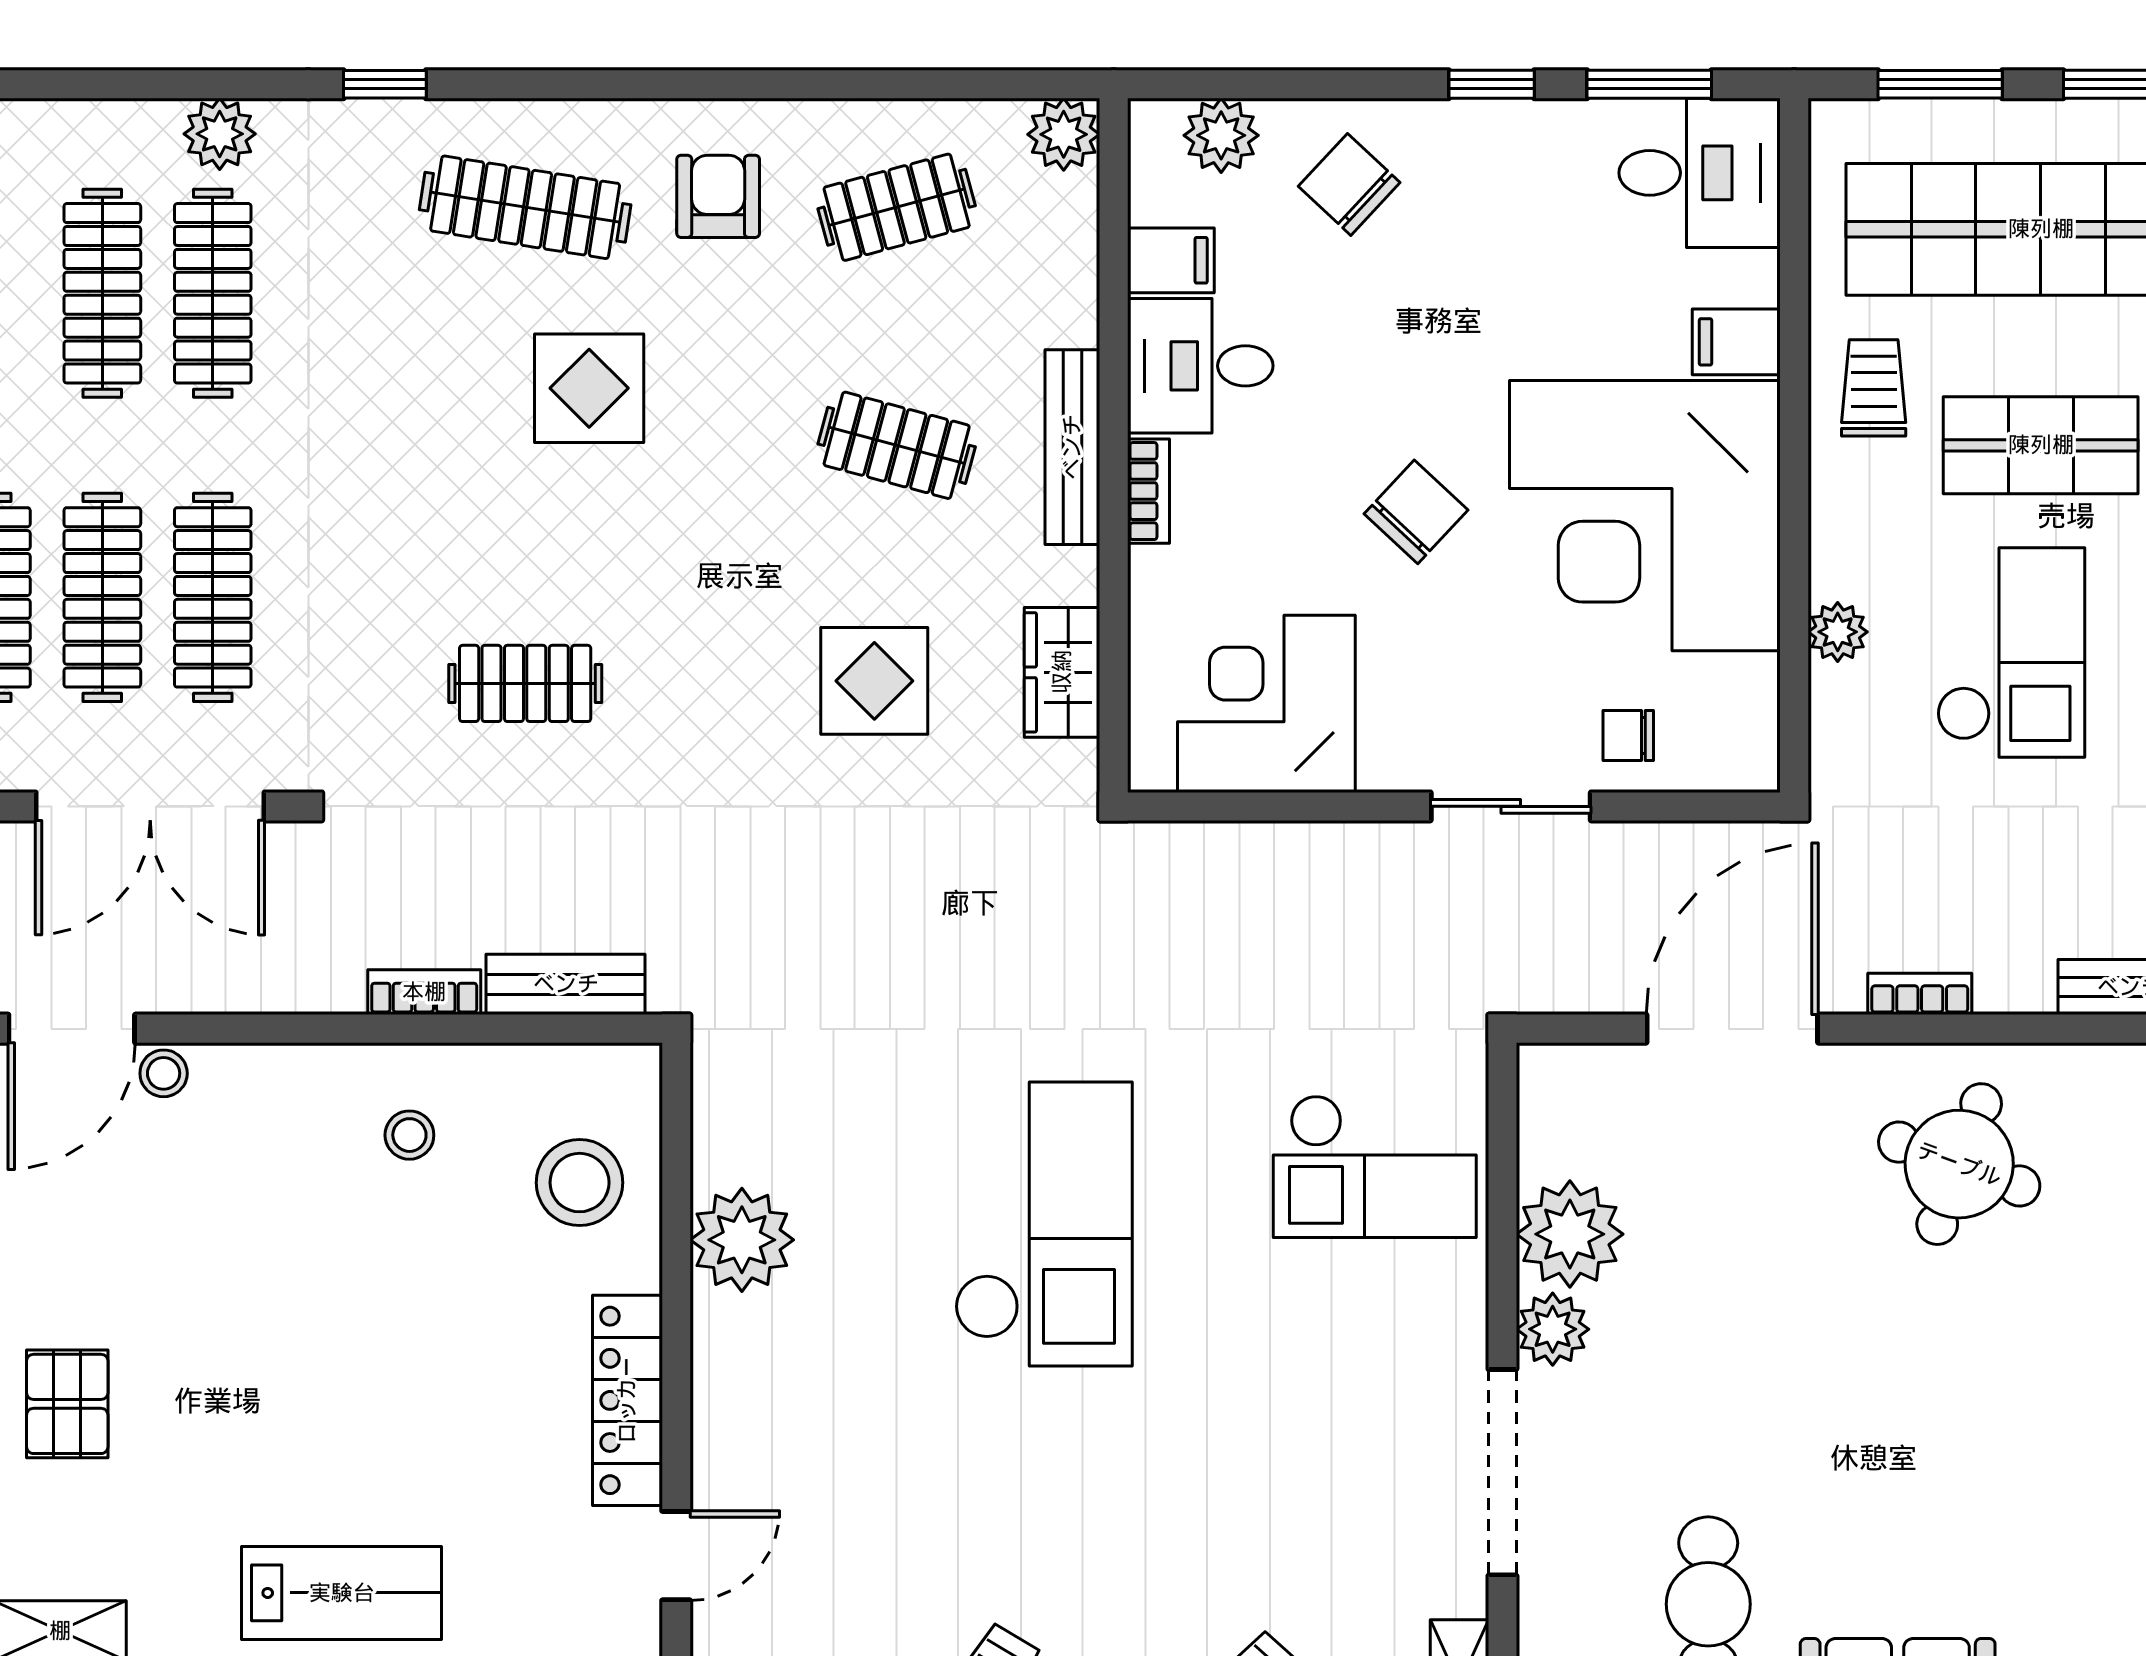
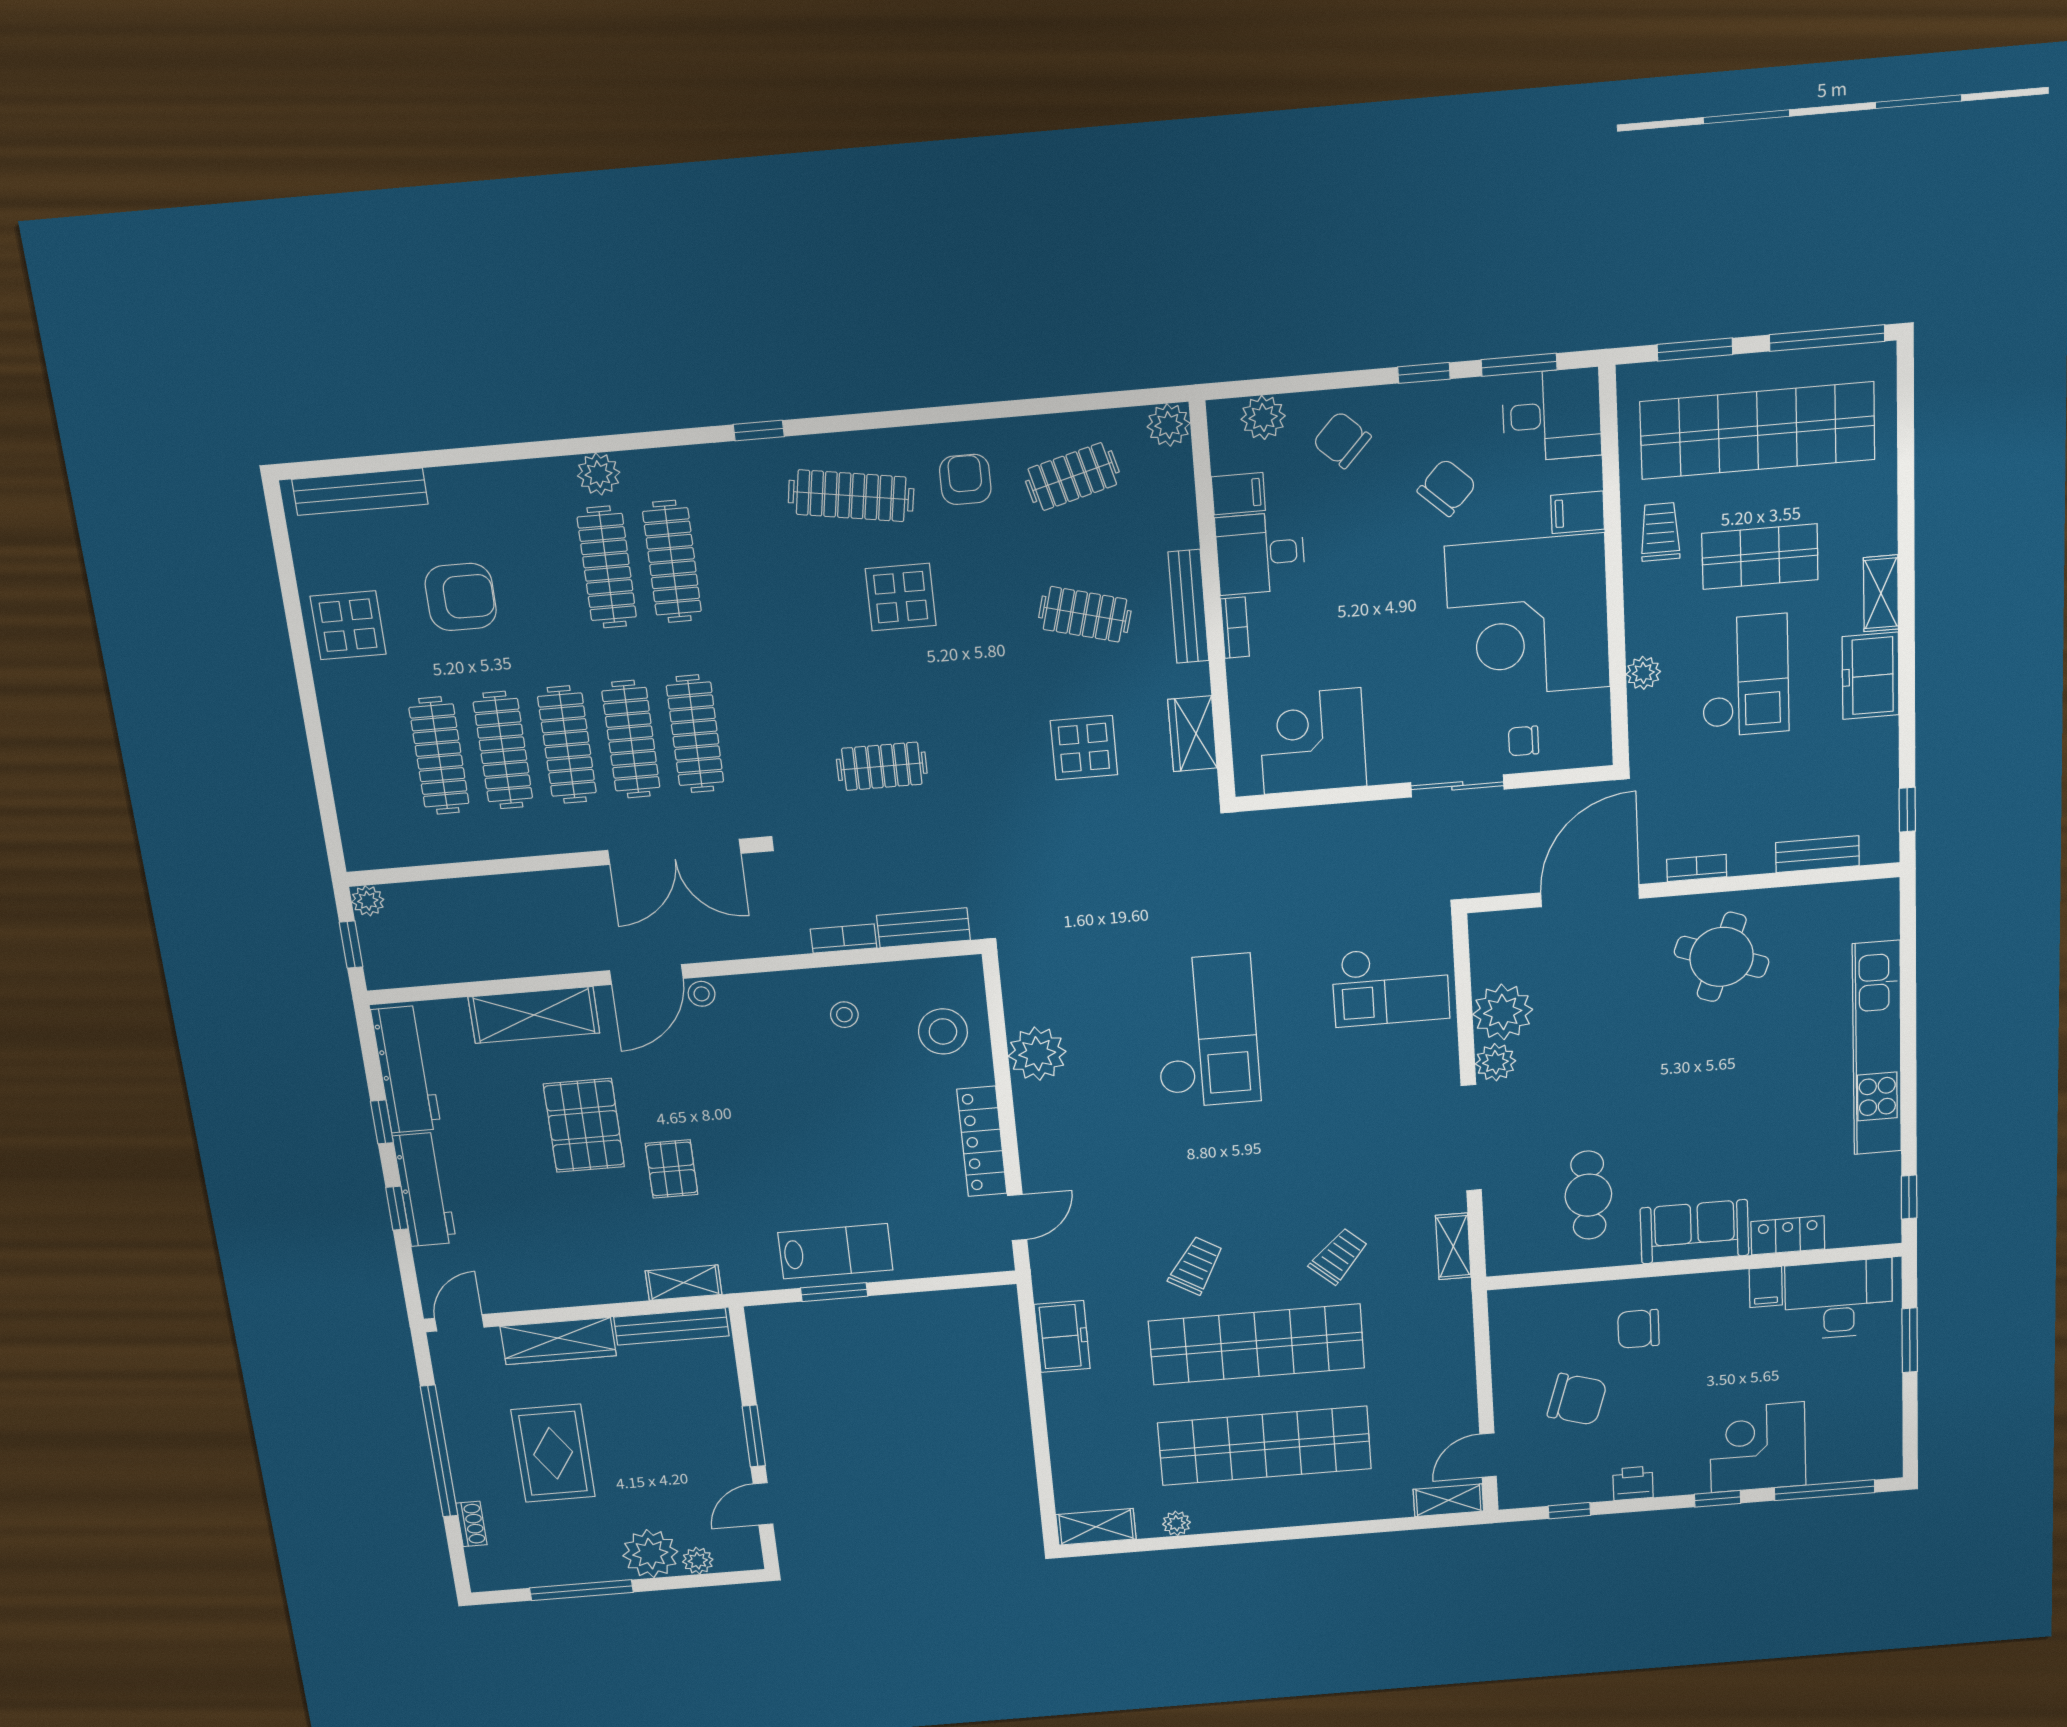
plant: (220, 134) -> (599, 474), moved
chair: (1416, 512) -> (1447, 488), moved

